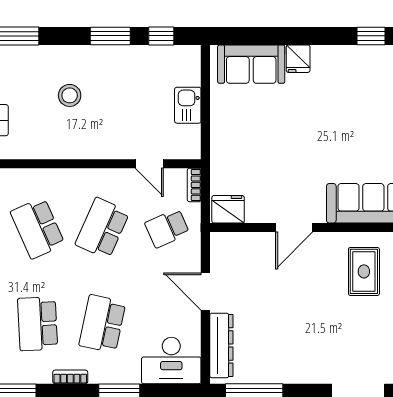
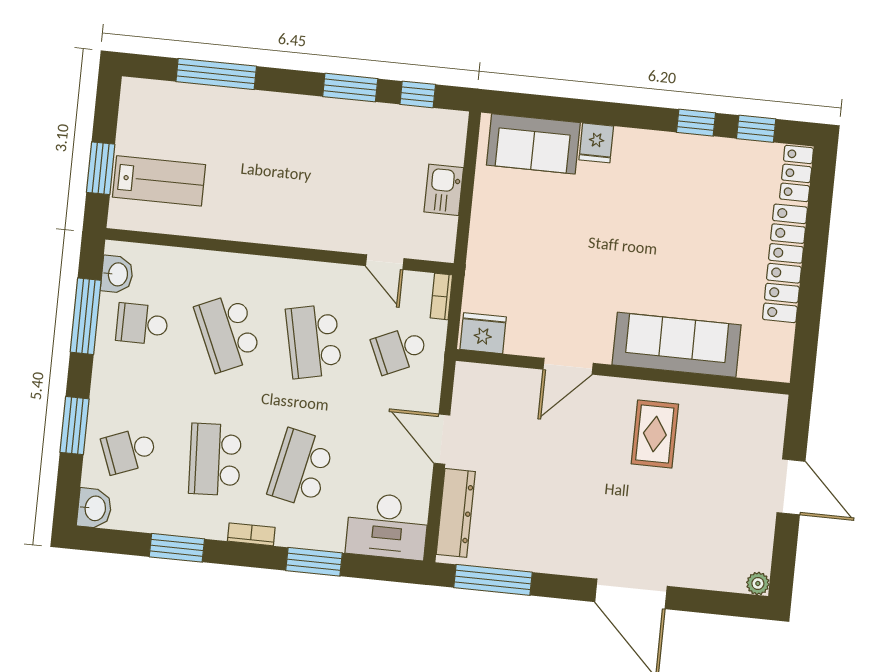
stool: (70, 95) -> (288, 161), removed
school desk: (102, 228) -> (314, 341), turned -36

